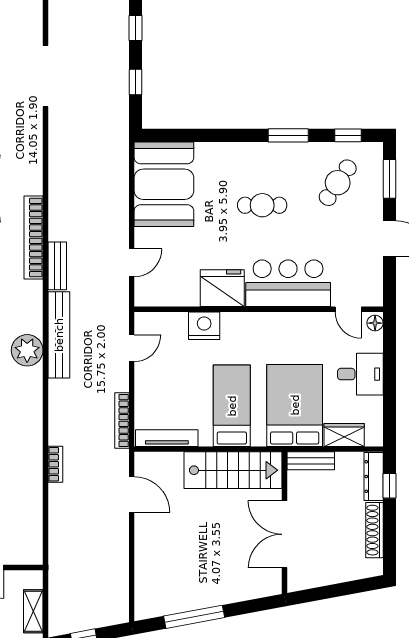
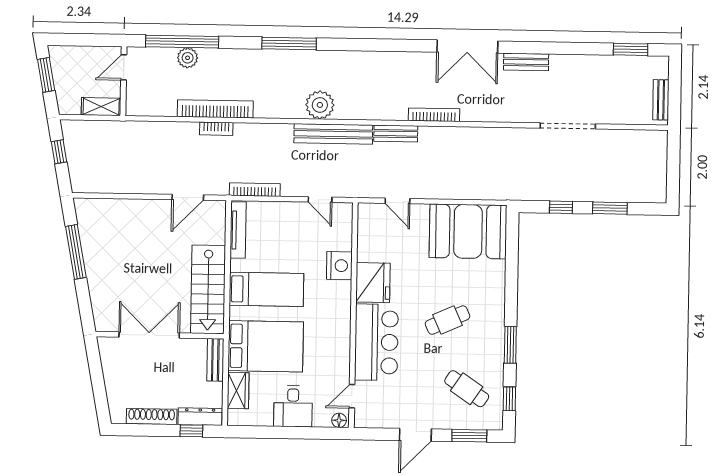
window: (136, 28) -> (610, 208), width x1.50
cafe table: (262, 205) -> (448, 320), turned 66
bookcase: (34, 237) -> (434, 115), width x0.68, depth x0.76
bookcase: (34, 466) -> (215, 109), added
shelving: (33, 611) -> (101, 107), moved

